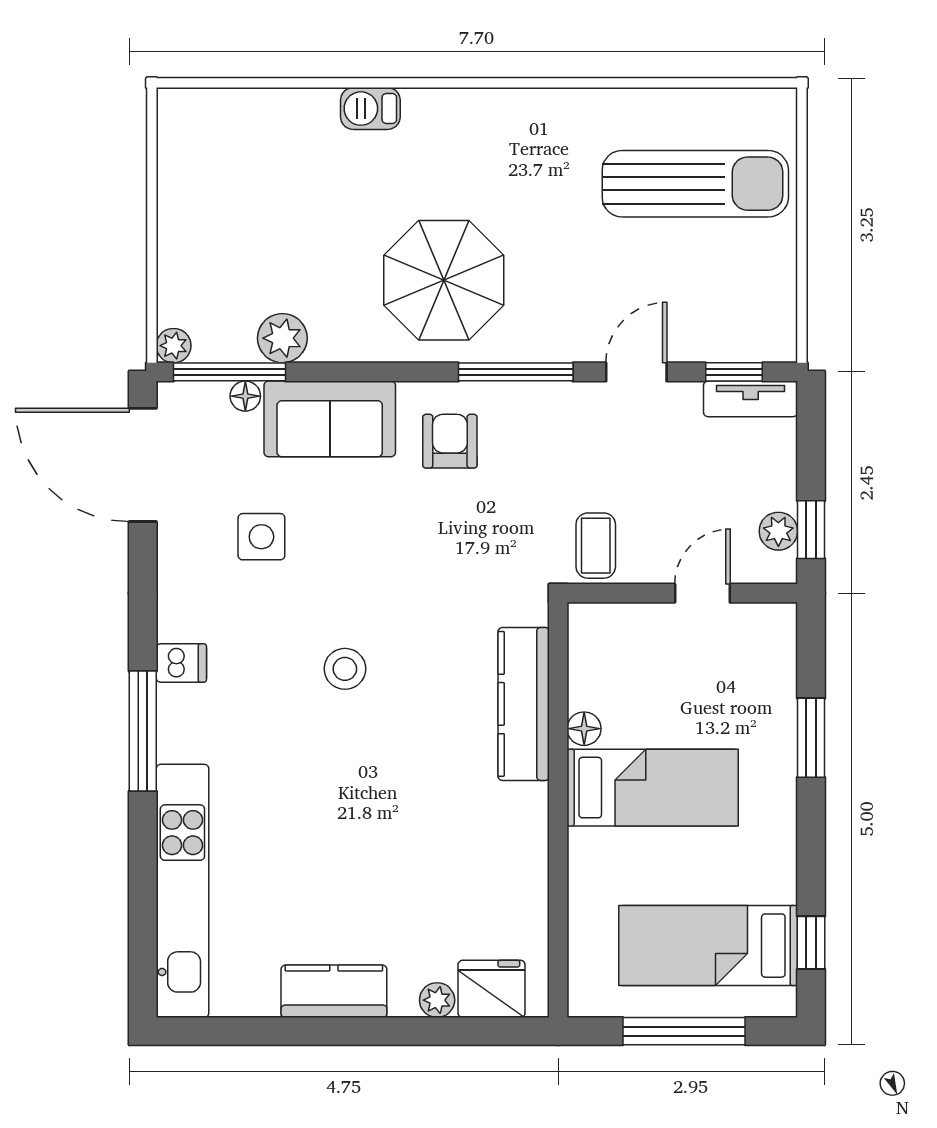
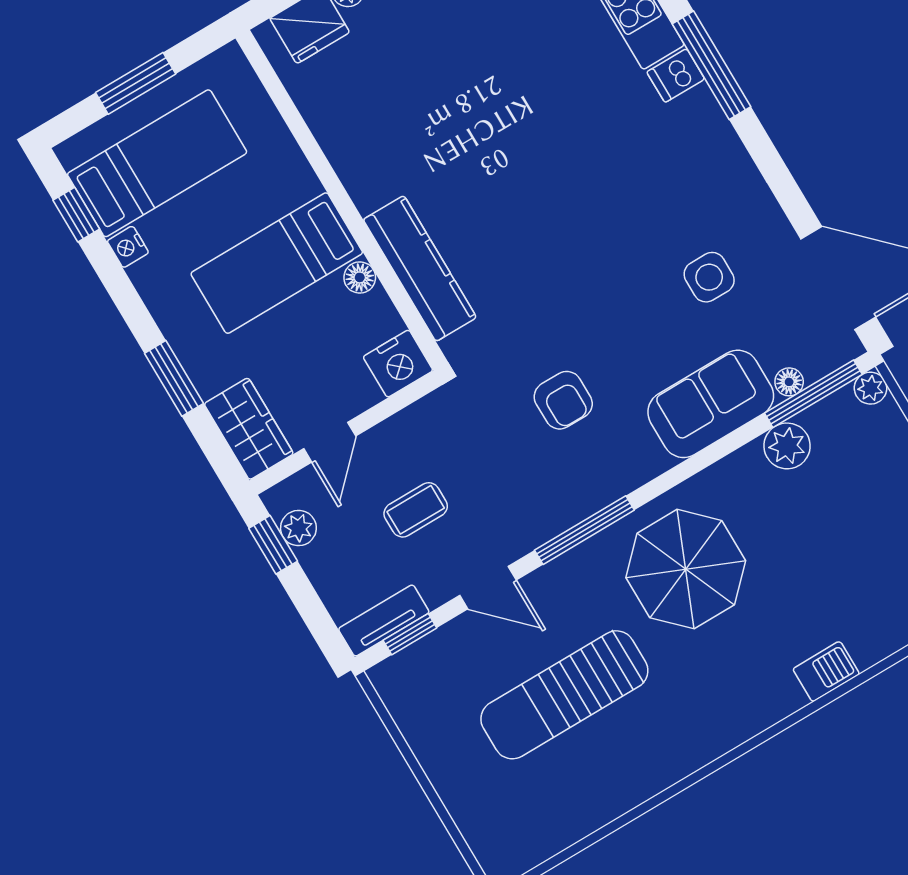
sun lounger: (695, 184) -> (564, 695), moved
door: (636, 372) -> (488, 588), hinge flipped
armchair: (450, 441) -> (563, 400), moved
coffee table: (596, 546) -> (416, 510), moved, turned 90
nightstand: (596, 628) -> (398, 364), added
wardrobe: (770, 650) -> (249, 429), added
dishwasher: (181, 663) -> (676, 75), moved
stool: (345, 669) -> (579, 211), removed
nightstand: (781, 884) -> (128, 247), added
window: (684, 1031) -> (136, 83), width x0.69

